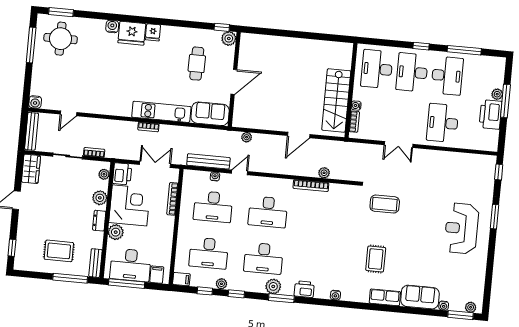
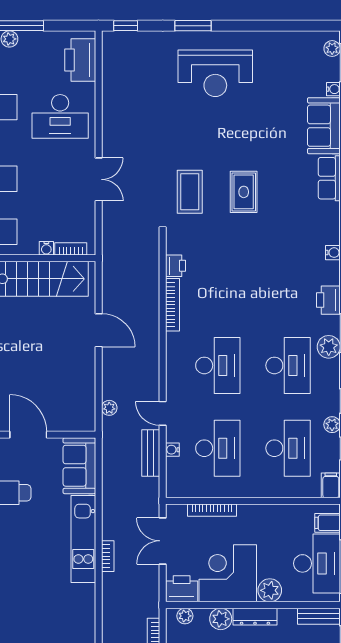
printer: (491, 114) -> (80, 60), moved, turned 90
bench: (208, 161) -> (151, 453), width x0.73
plant: (324, 173) -> (151, 287), removed
printer: (336, 190) -> (176, 266), added
dresser: (99, 221) -> (255, 617), width x1.44
rug: (376, 259) -> (244, 192), moved, turned 90

